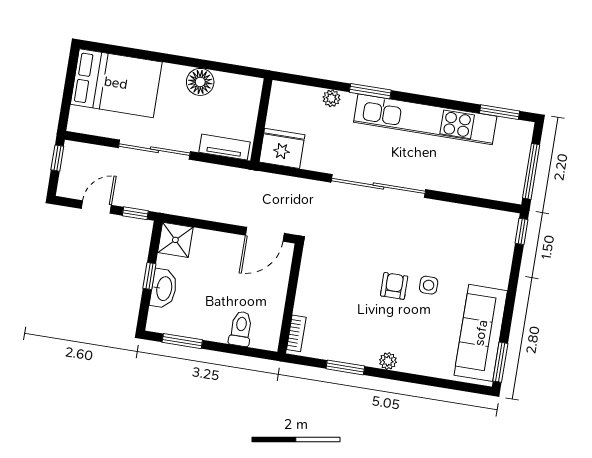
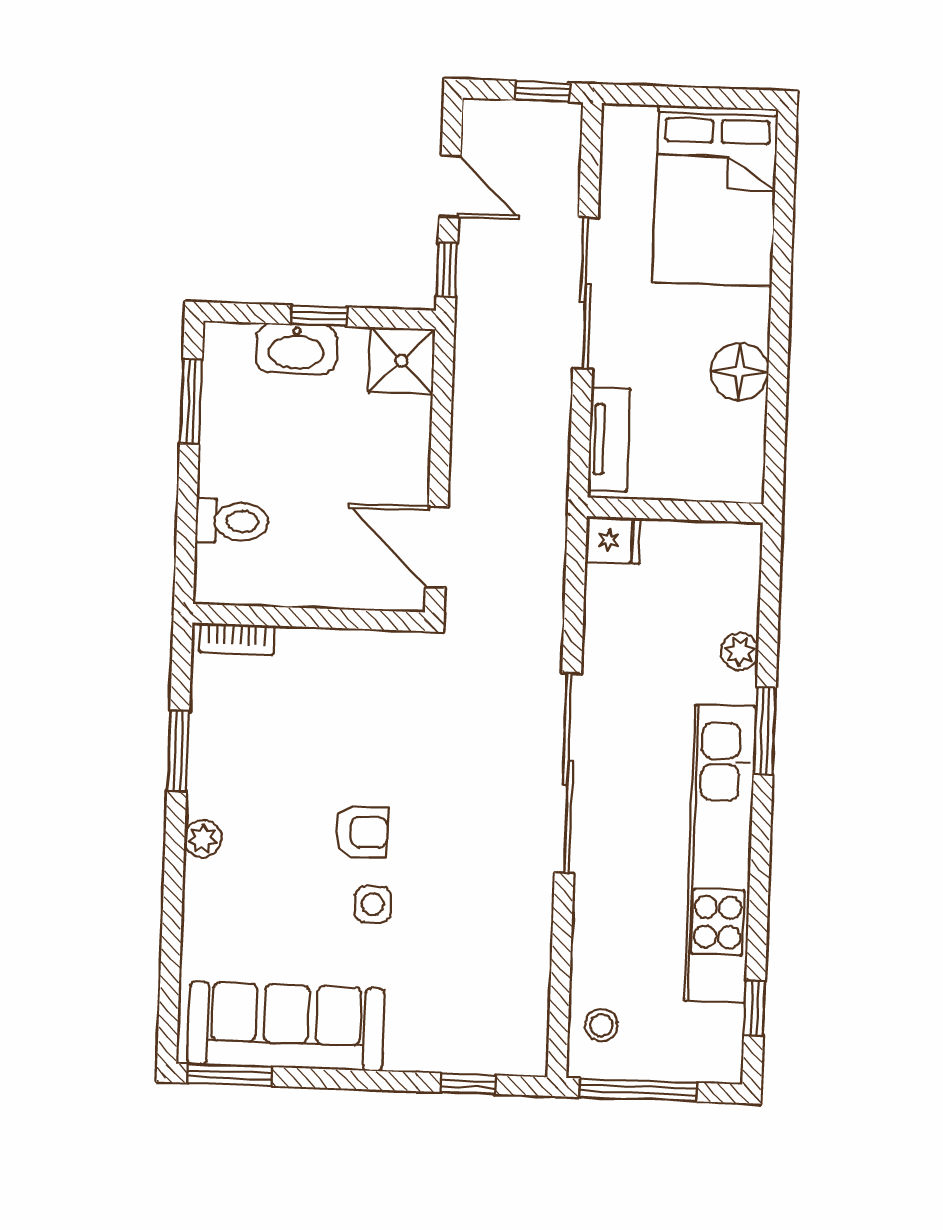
window: (500, 112) -> (755, 1008), width x0.67
fridge: (282, 148) -> (613, 540), width x0.53, depth x0.75
stool: (499, 185) -> (602, 1025), added
window: (521, 231) -> (468, 1084), moved

